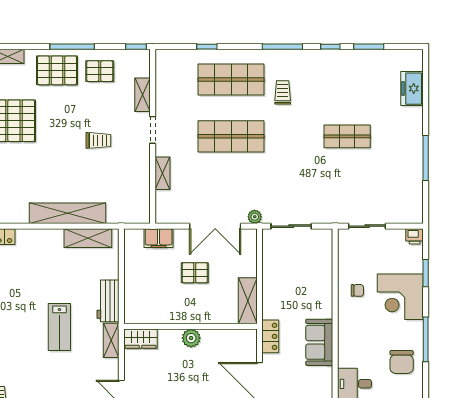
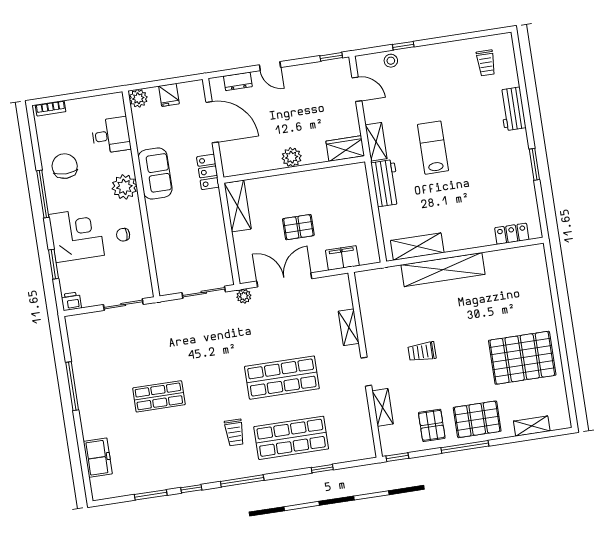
pallet: (100, 71) -> (432, 425), turned 90
plant: (349, 334) -> (124, 187), added

